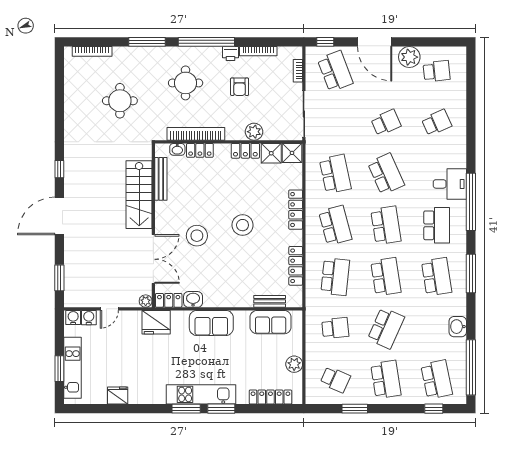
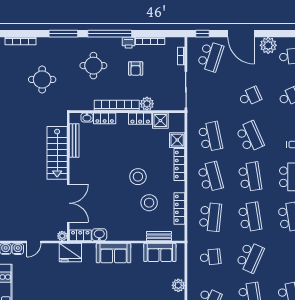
school desk: (335, 71) -> (210, 56), turned 39
bookcase: (196, 134) -> (117, 105), moved
shower: (292, 153) -> (177, 140), moved
stool: (197, 236) -> (149, 203), moved

